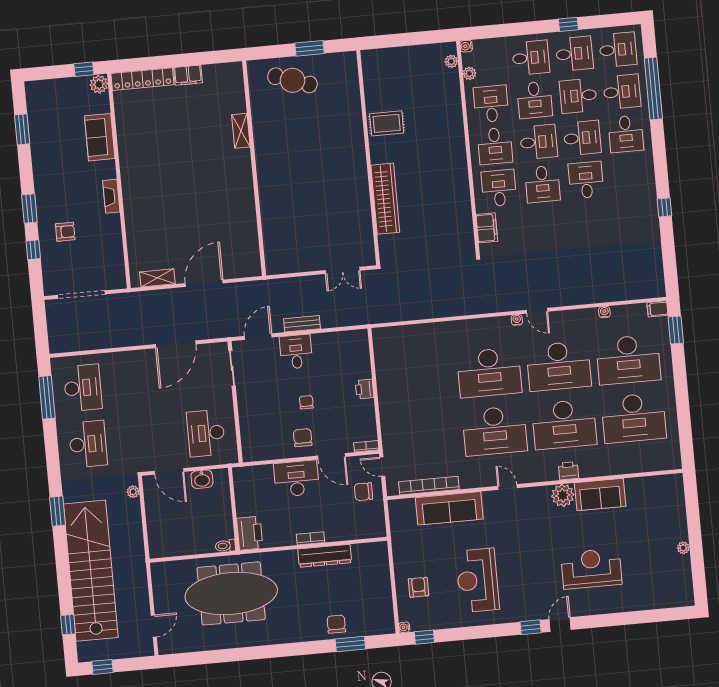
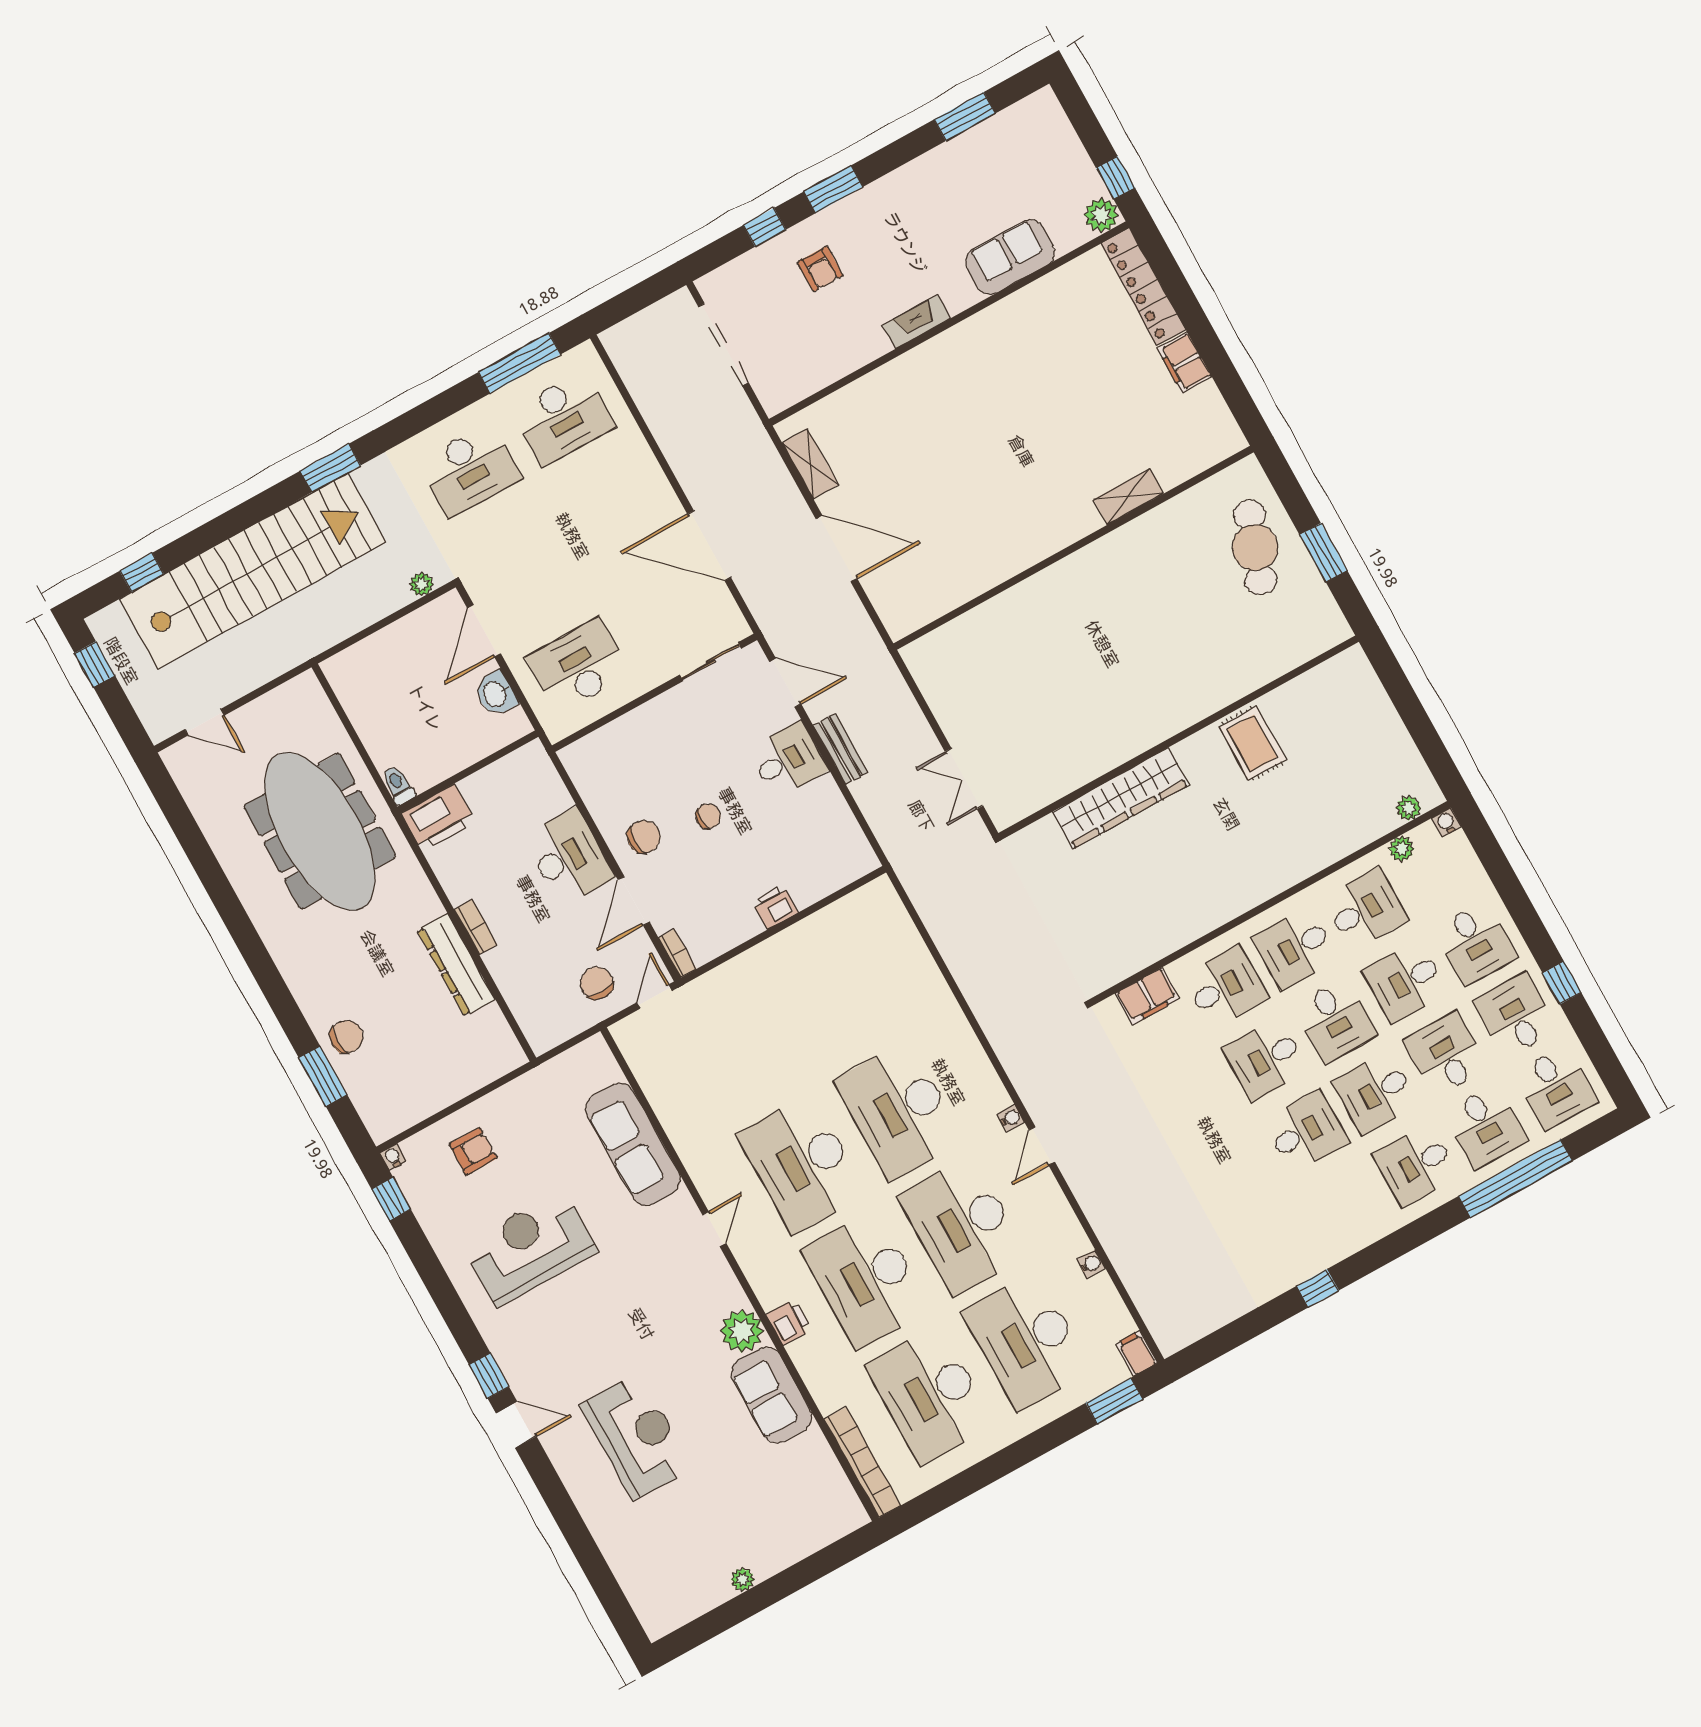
desk: (574, 54) -> (1516, 1015), turned 180
desk: (582, 138) -> (1376, 1093), turned 90
bookcase: (429, 486) -> (862, 1462), moved

